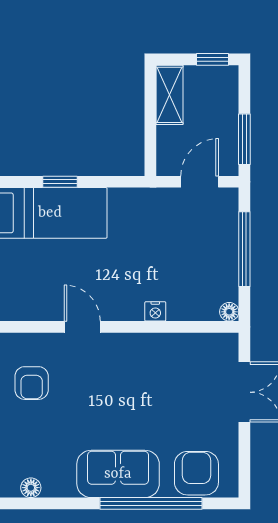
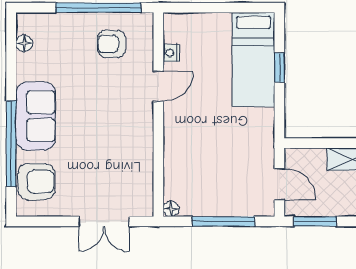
nightstand: (155, 311) -> (171, 53), moved

